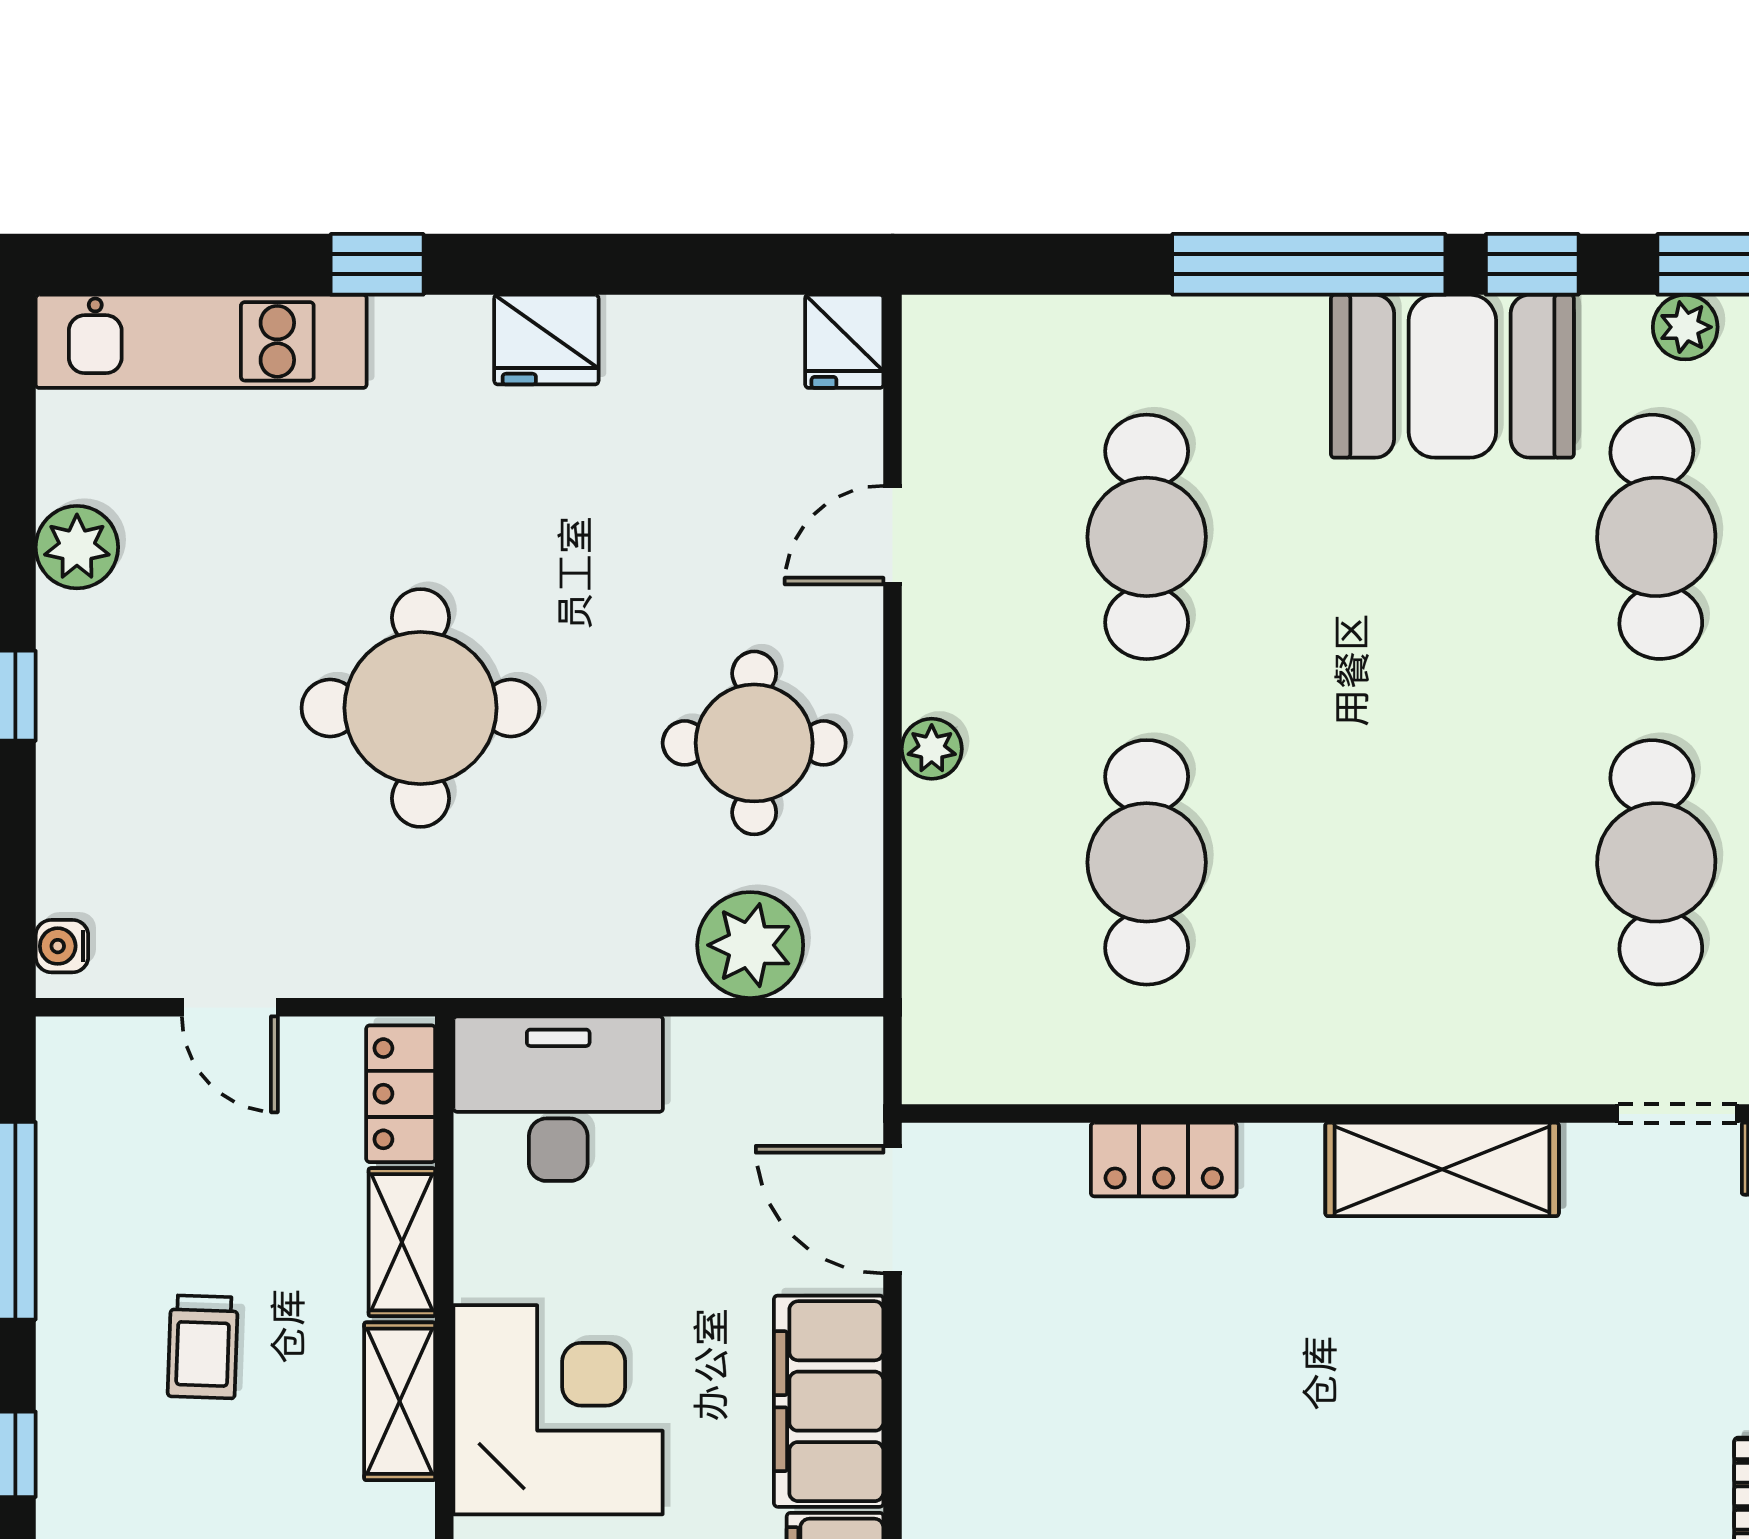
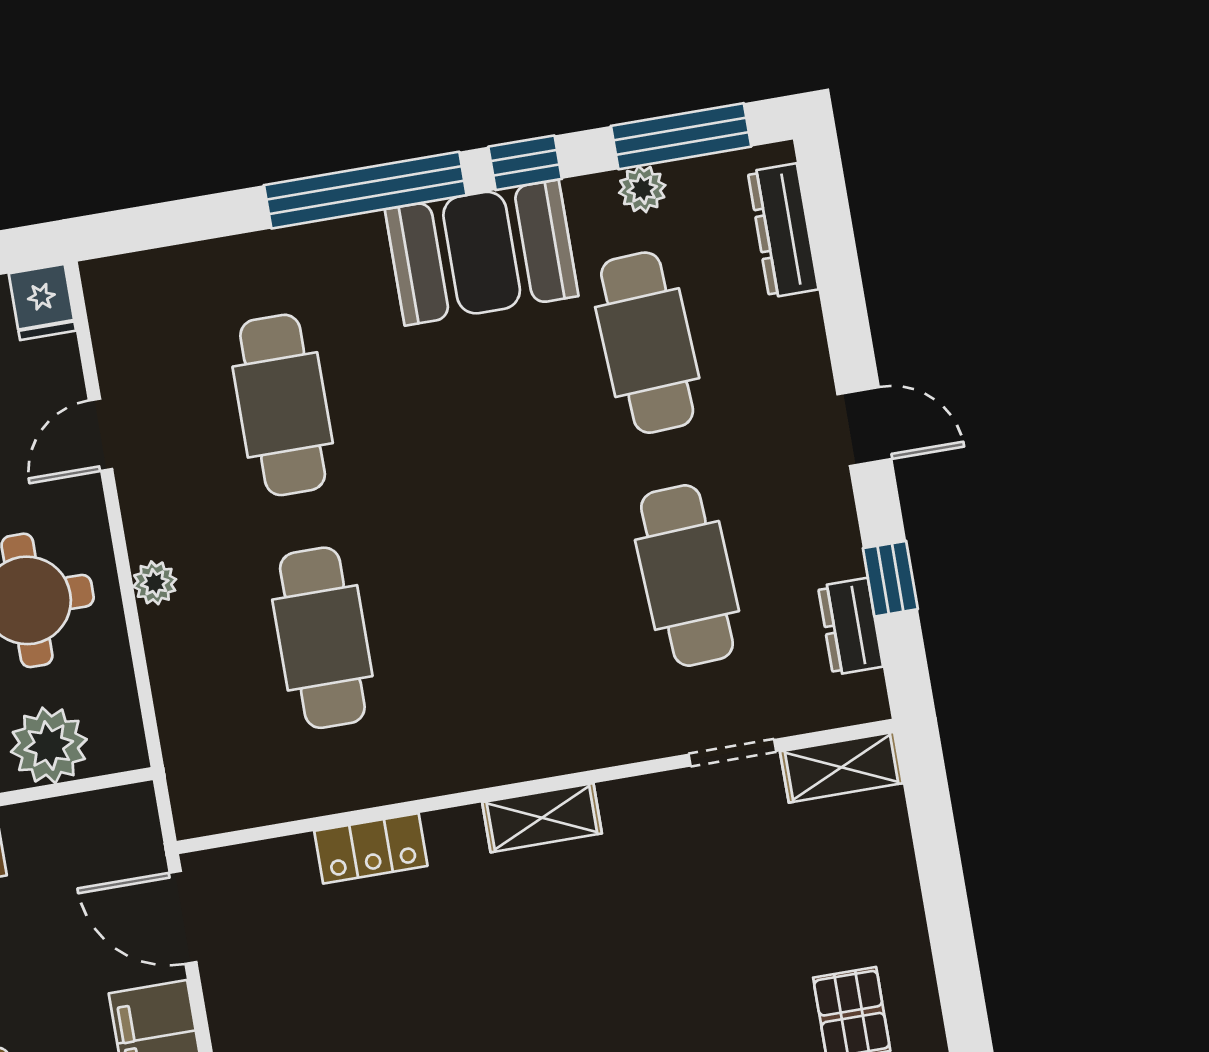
shelving: (1442, 1169) -> (542, 818), width x0.67, depth x0.75

